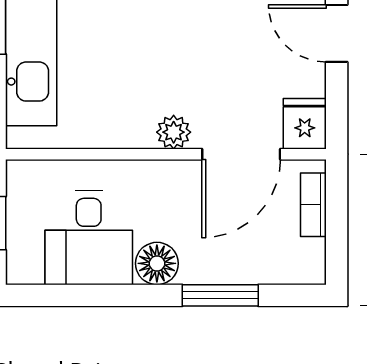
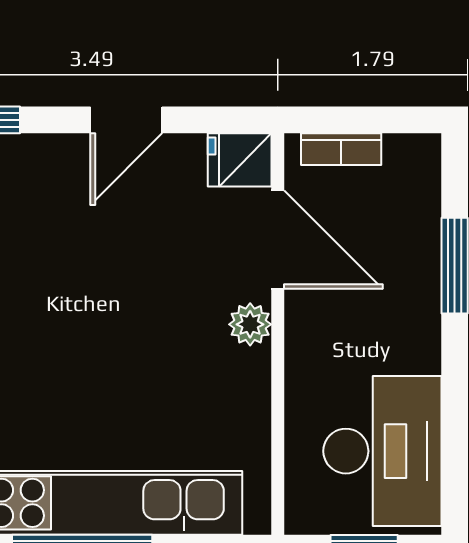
desk: (89, 238) -> (382, 451), width x1.37
floor lamp: (157, 263) -> (415, 345), removed

